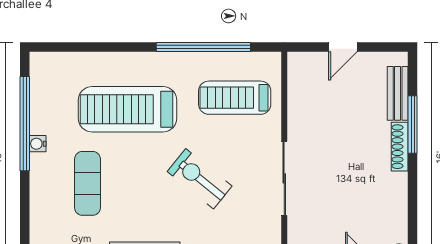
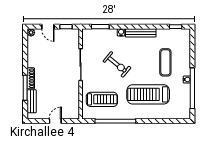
treadmill: (128, 109) -> (148, 94), turned 180

